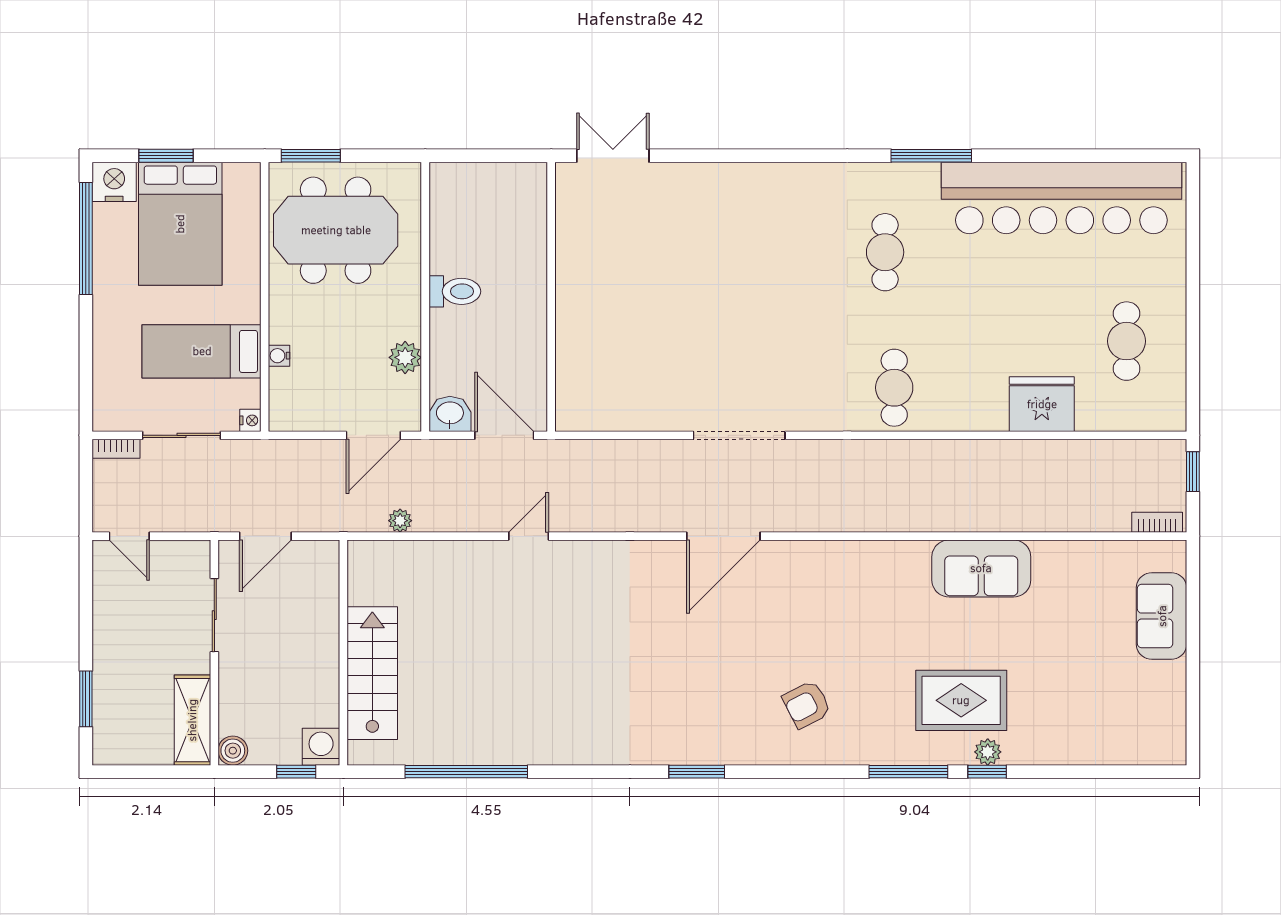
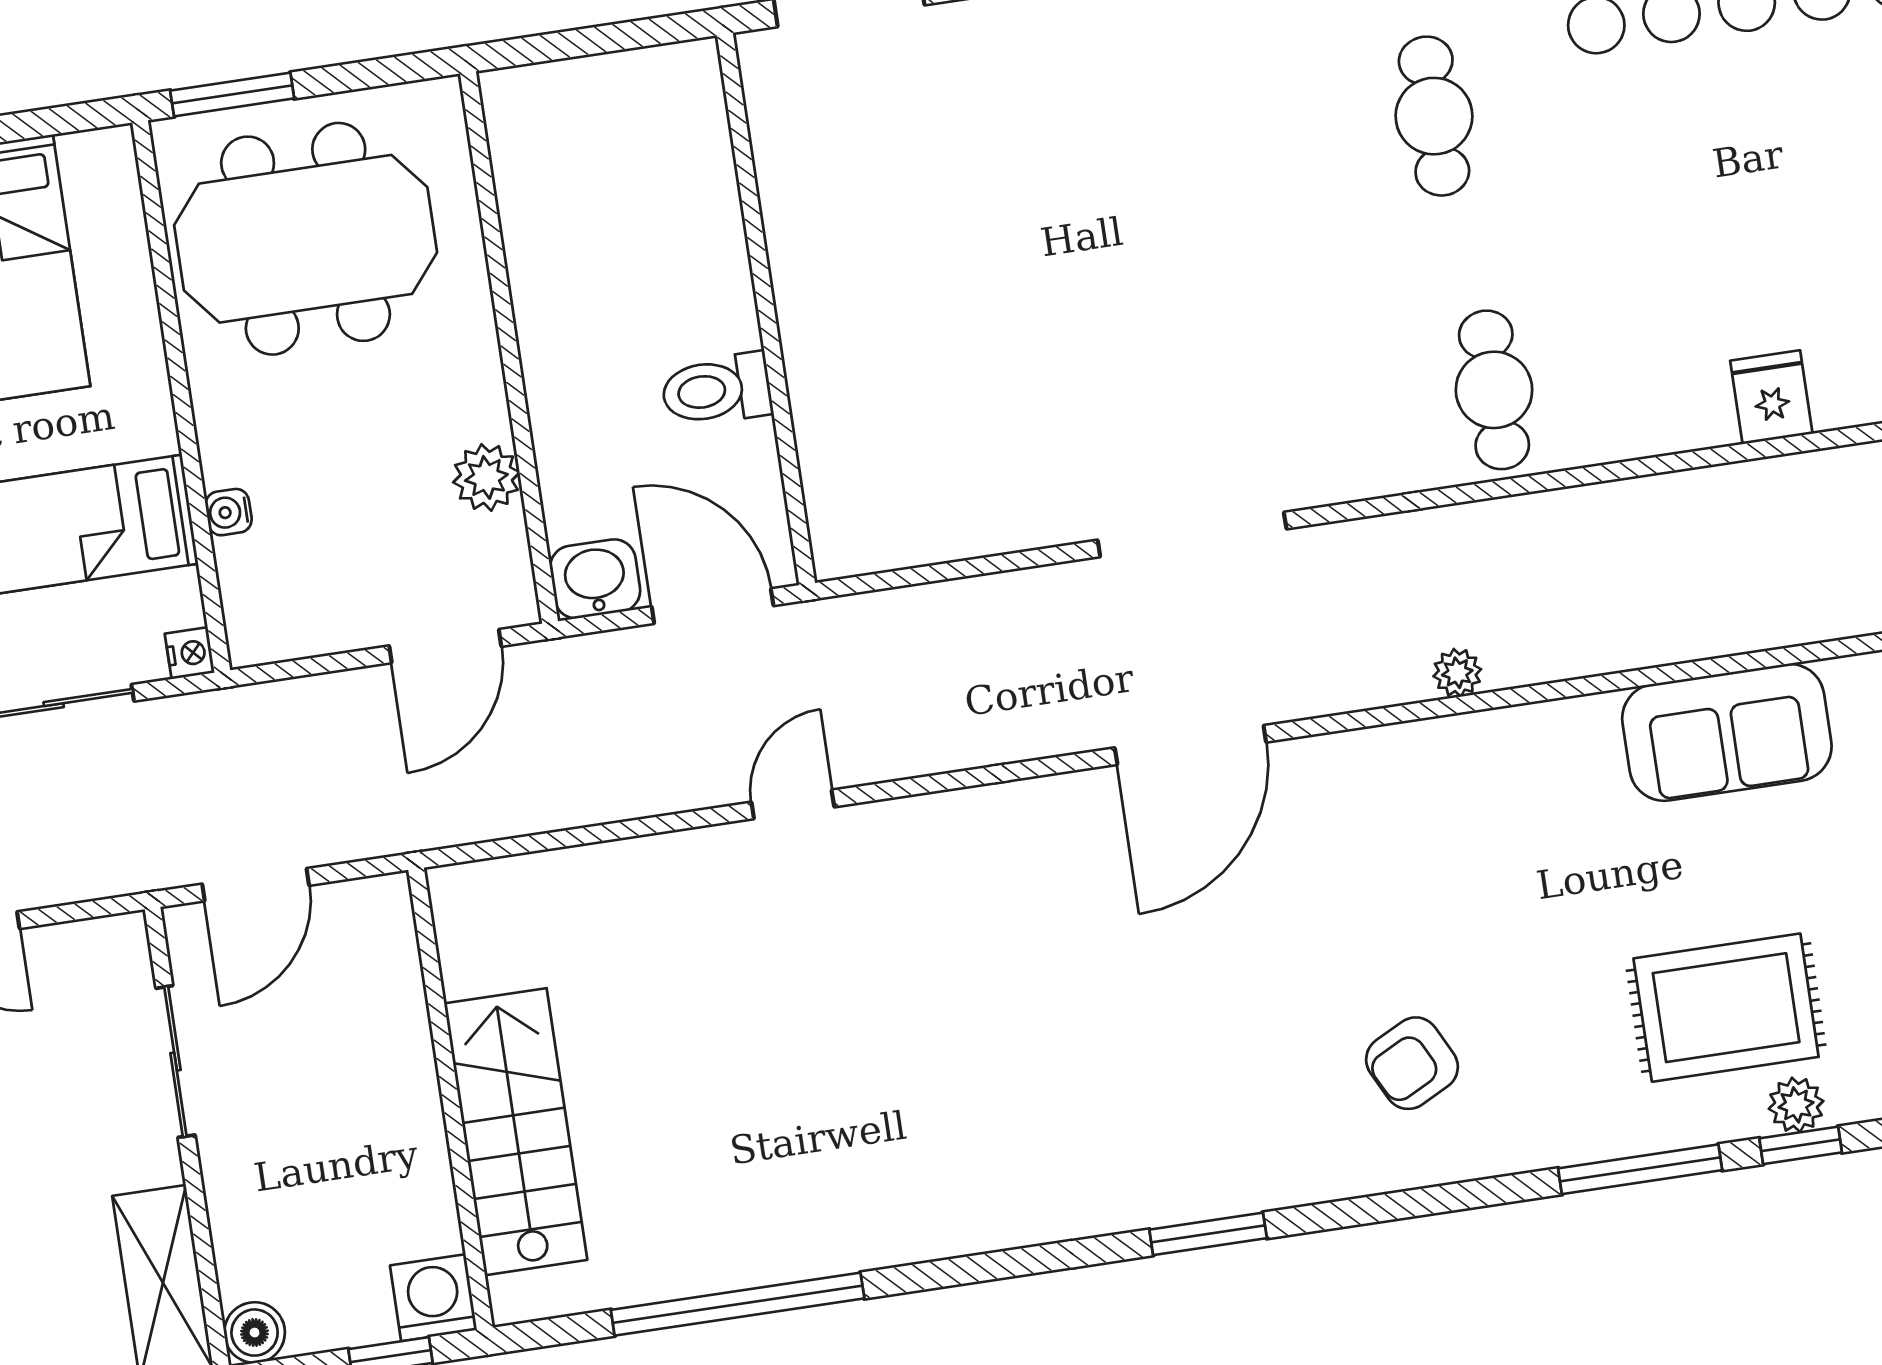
toilet: (455, 291) -> (717, 390), moved, turned 180
fridge: (1042, 404) -> (1771, 397), width x0.53, depth x0.75
plant: (400, 521) -> (1457, 673), moved

